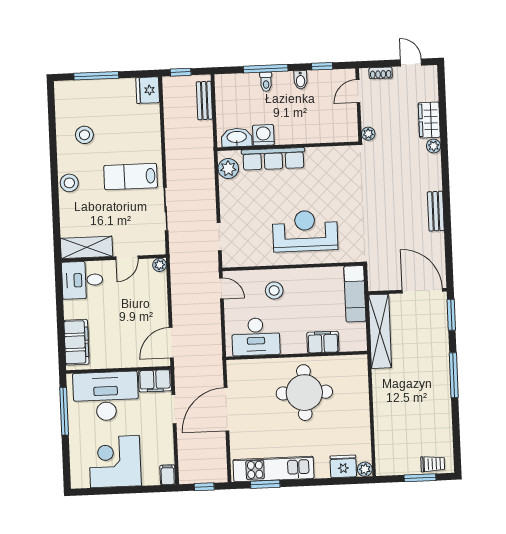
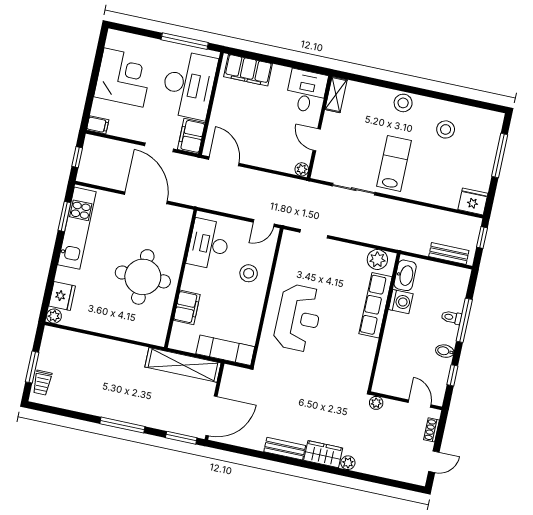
wardrobe: (429, 120) -> (323, 454), moved
shelving: (87, 247) -> (336, 95), width x0.67, depth x0.75

